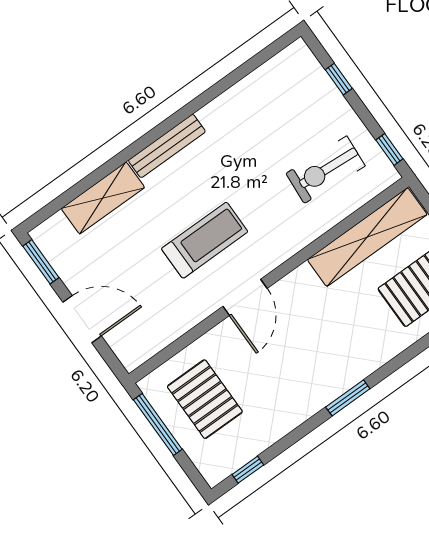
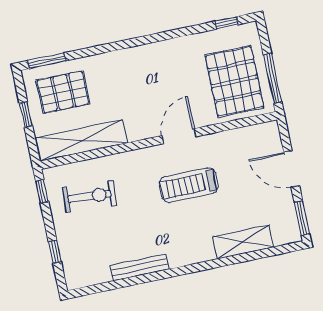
bench: (167, 146) -> (140, 267), moved
window: (348, 398) -> (141, 41), removed
pallet: (205, 399) -> (234, 81), width x1.37, depth x1.41

